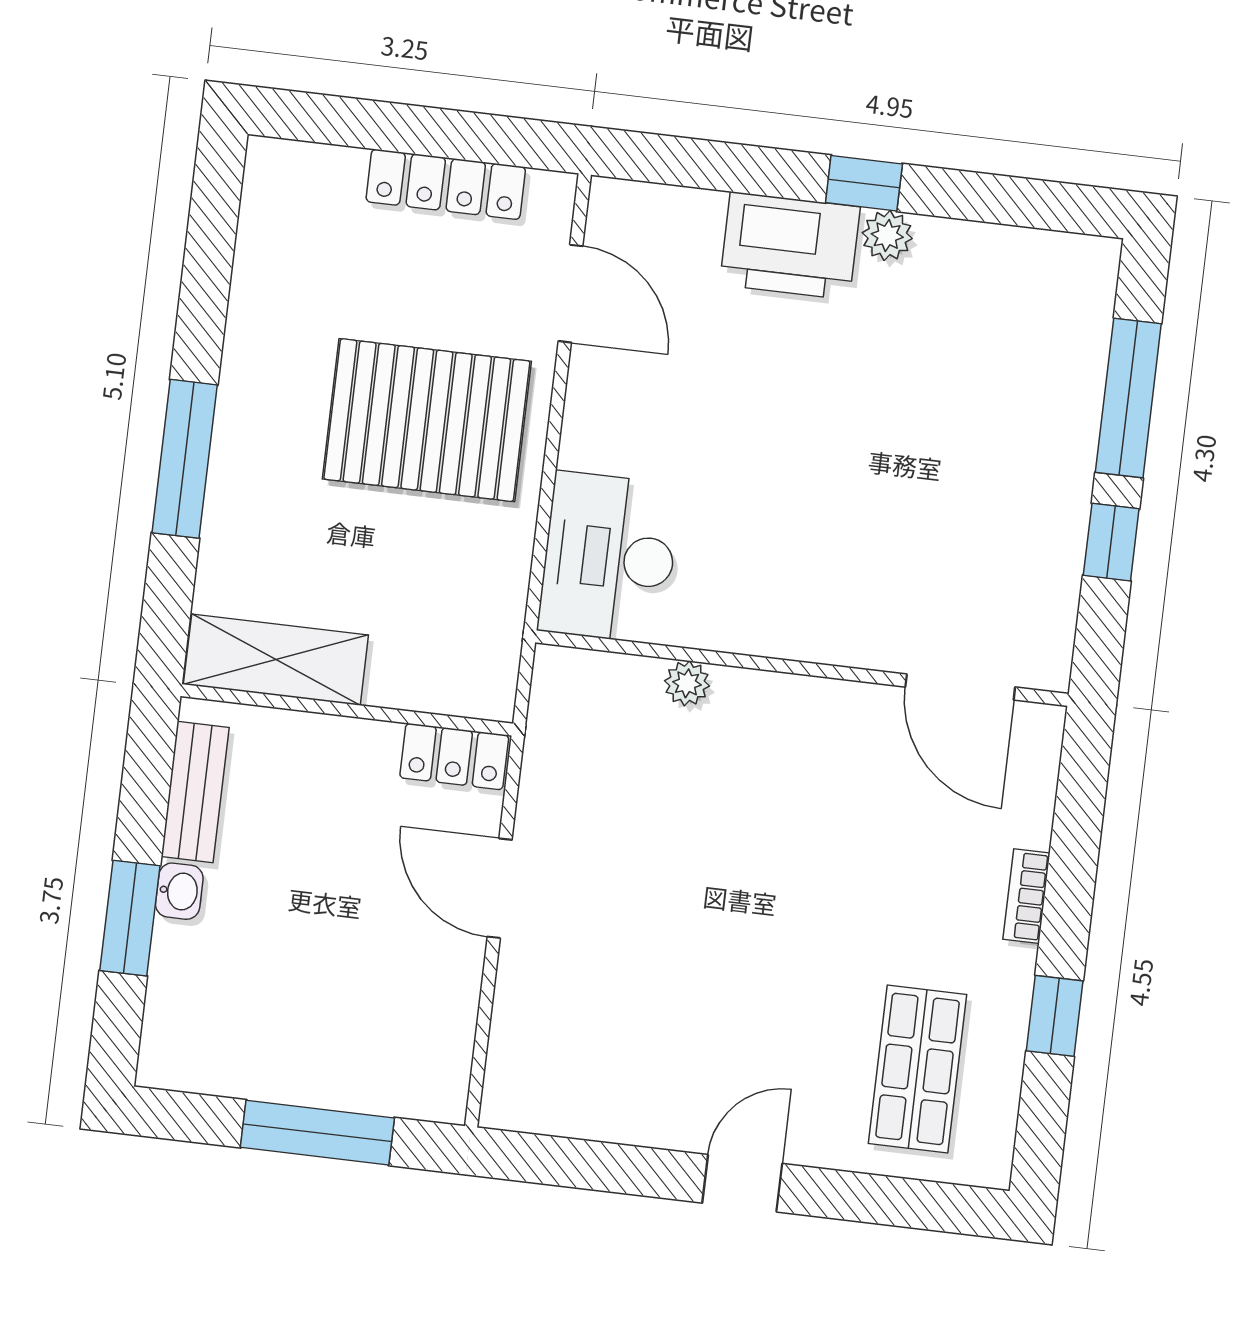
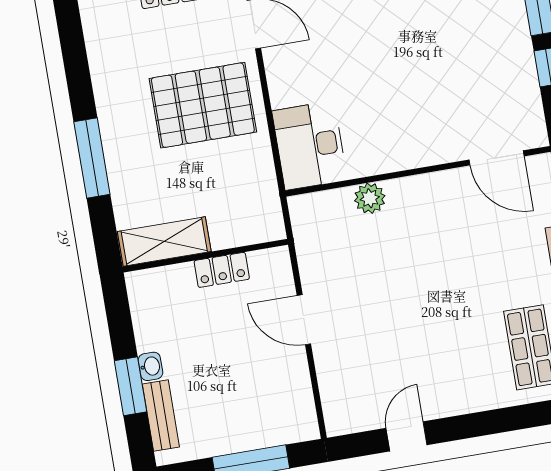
plant: (687, 683) -> (370, 198), width x1.38, depth x1.38
locker: (454, 757) -> (222, 270), moved
bench: (195, 792) -> (161, 415), moved
door: (742, 1183) -> (407, 436), moved

